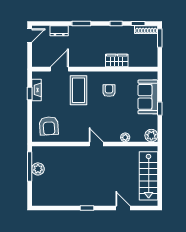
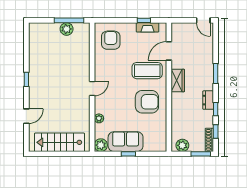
dresser: (59, 31) -> (208, 100), moved
plant: (152, 56) -> (182, 145), added
wardrobe: (117, 61) -> (178, 81), moved
door: (59, 69) -> (169, 51), swing flipped
armchair: (109, 91) -> (147, 102), width x1.88, depth x1.88
sofa: (148, 97) -> (126, 142), moved
armchair: (49, 126) -> (111, 40), turned 93

